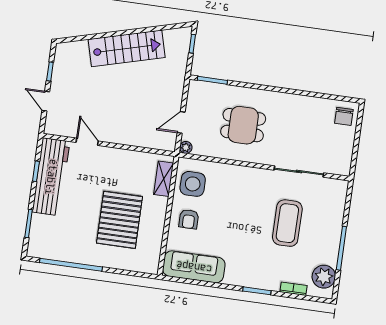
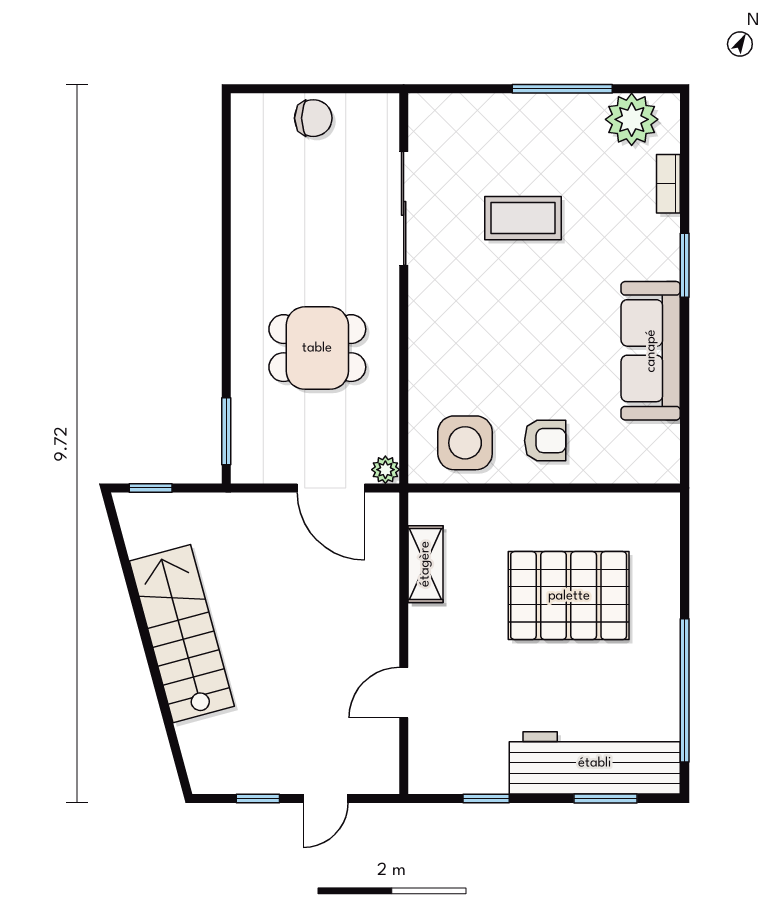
chair: (344, 116) -> (313, 118), moved
door: (181, 122) -> (331, 488), width x1.38
dining table: (243, 125) -> (317, 348), turned 90
workbench: (51, 177) -> (595, 763), moved
shelving: (164, 179) -> (425, 564), moved, turned 90
coffee table: (287, 223) -> (523, 218), width x0.73, depth x0.76
sofa: (194, 267) -> (651, 351), moved

